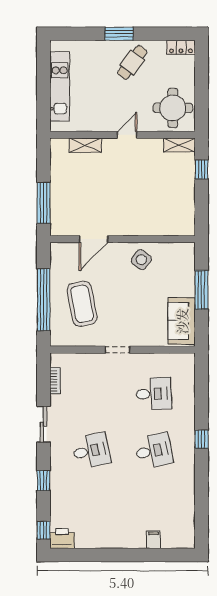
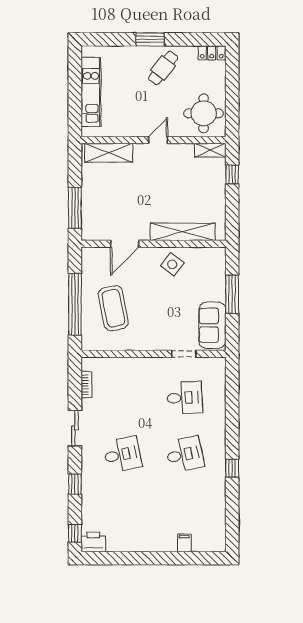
shelving: (85, 145) -> (109, 153), width x1.50, depth x1.33
shelving: (152, 227) -> (183, 232), added
doorway: (117, 350) -> (184, 354), moved
window: (201, 439) -> (232, 468), moved

